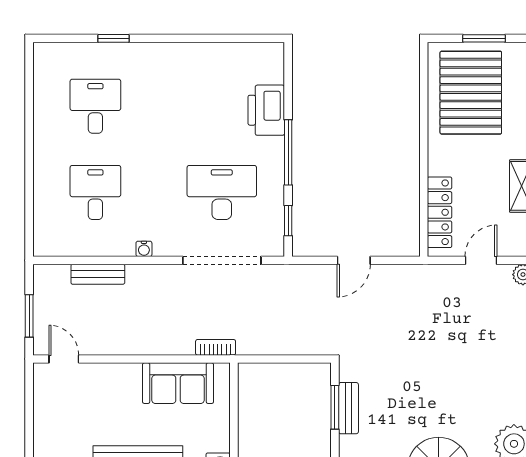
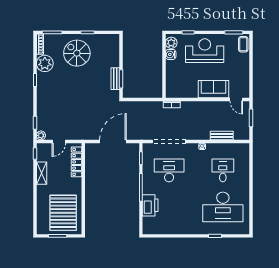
desk: (95, 106) -> (223, 207), width x1.87, depth x1.30
desk: (95, 192) -> (223, 170), turned 180
desk: (222, 192) -> (169, 170), turned 180
door: (354, 260) -> (113, 141), width x1.87
sofa: (178, 383) -> (213, 89), moved

